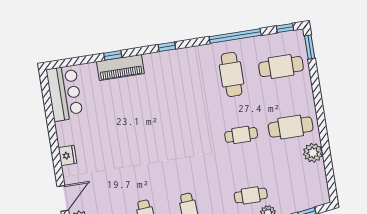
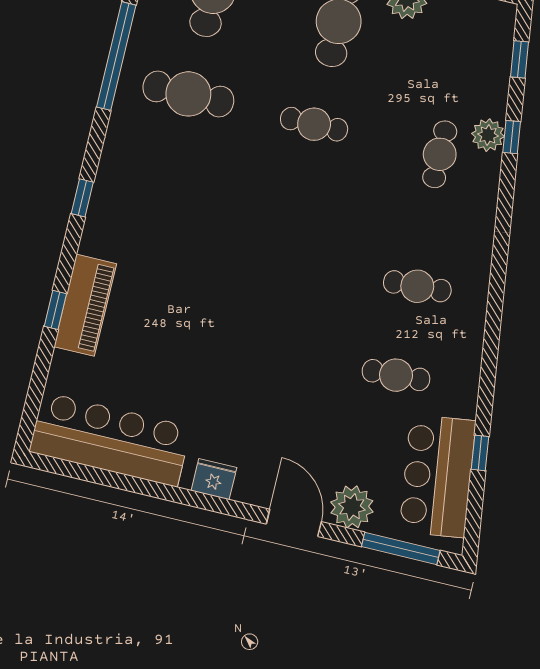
bar counter: (65, 93) -> (110, 439), width x1.36
cafe table: (241, 135) -> (314, 124), turned 90

